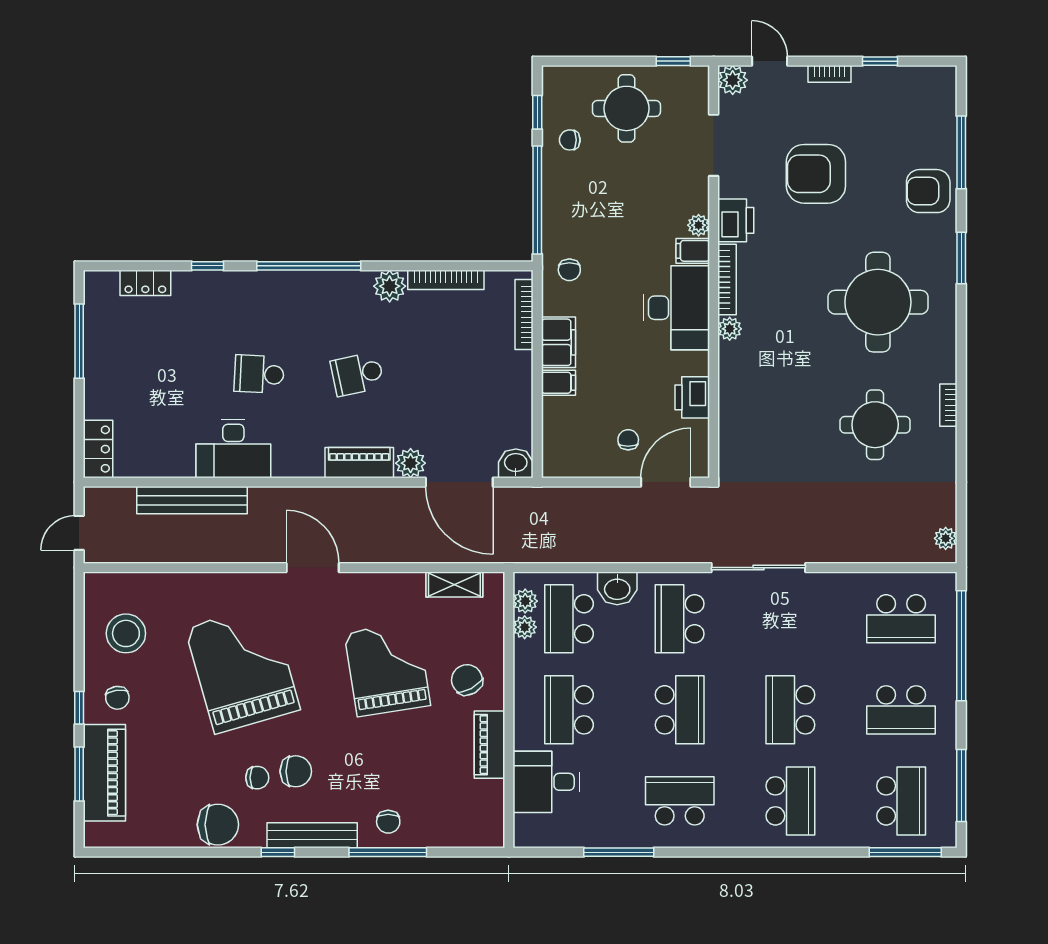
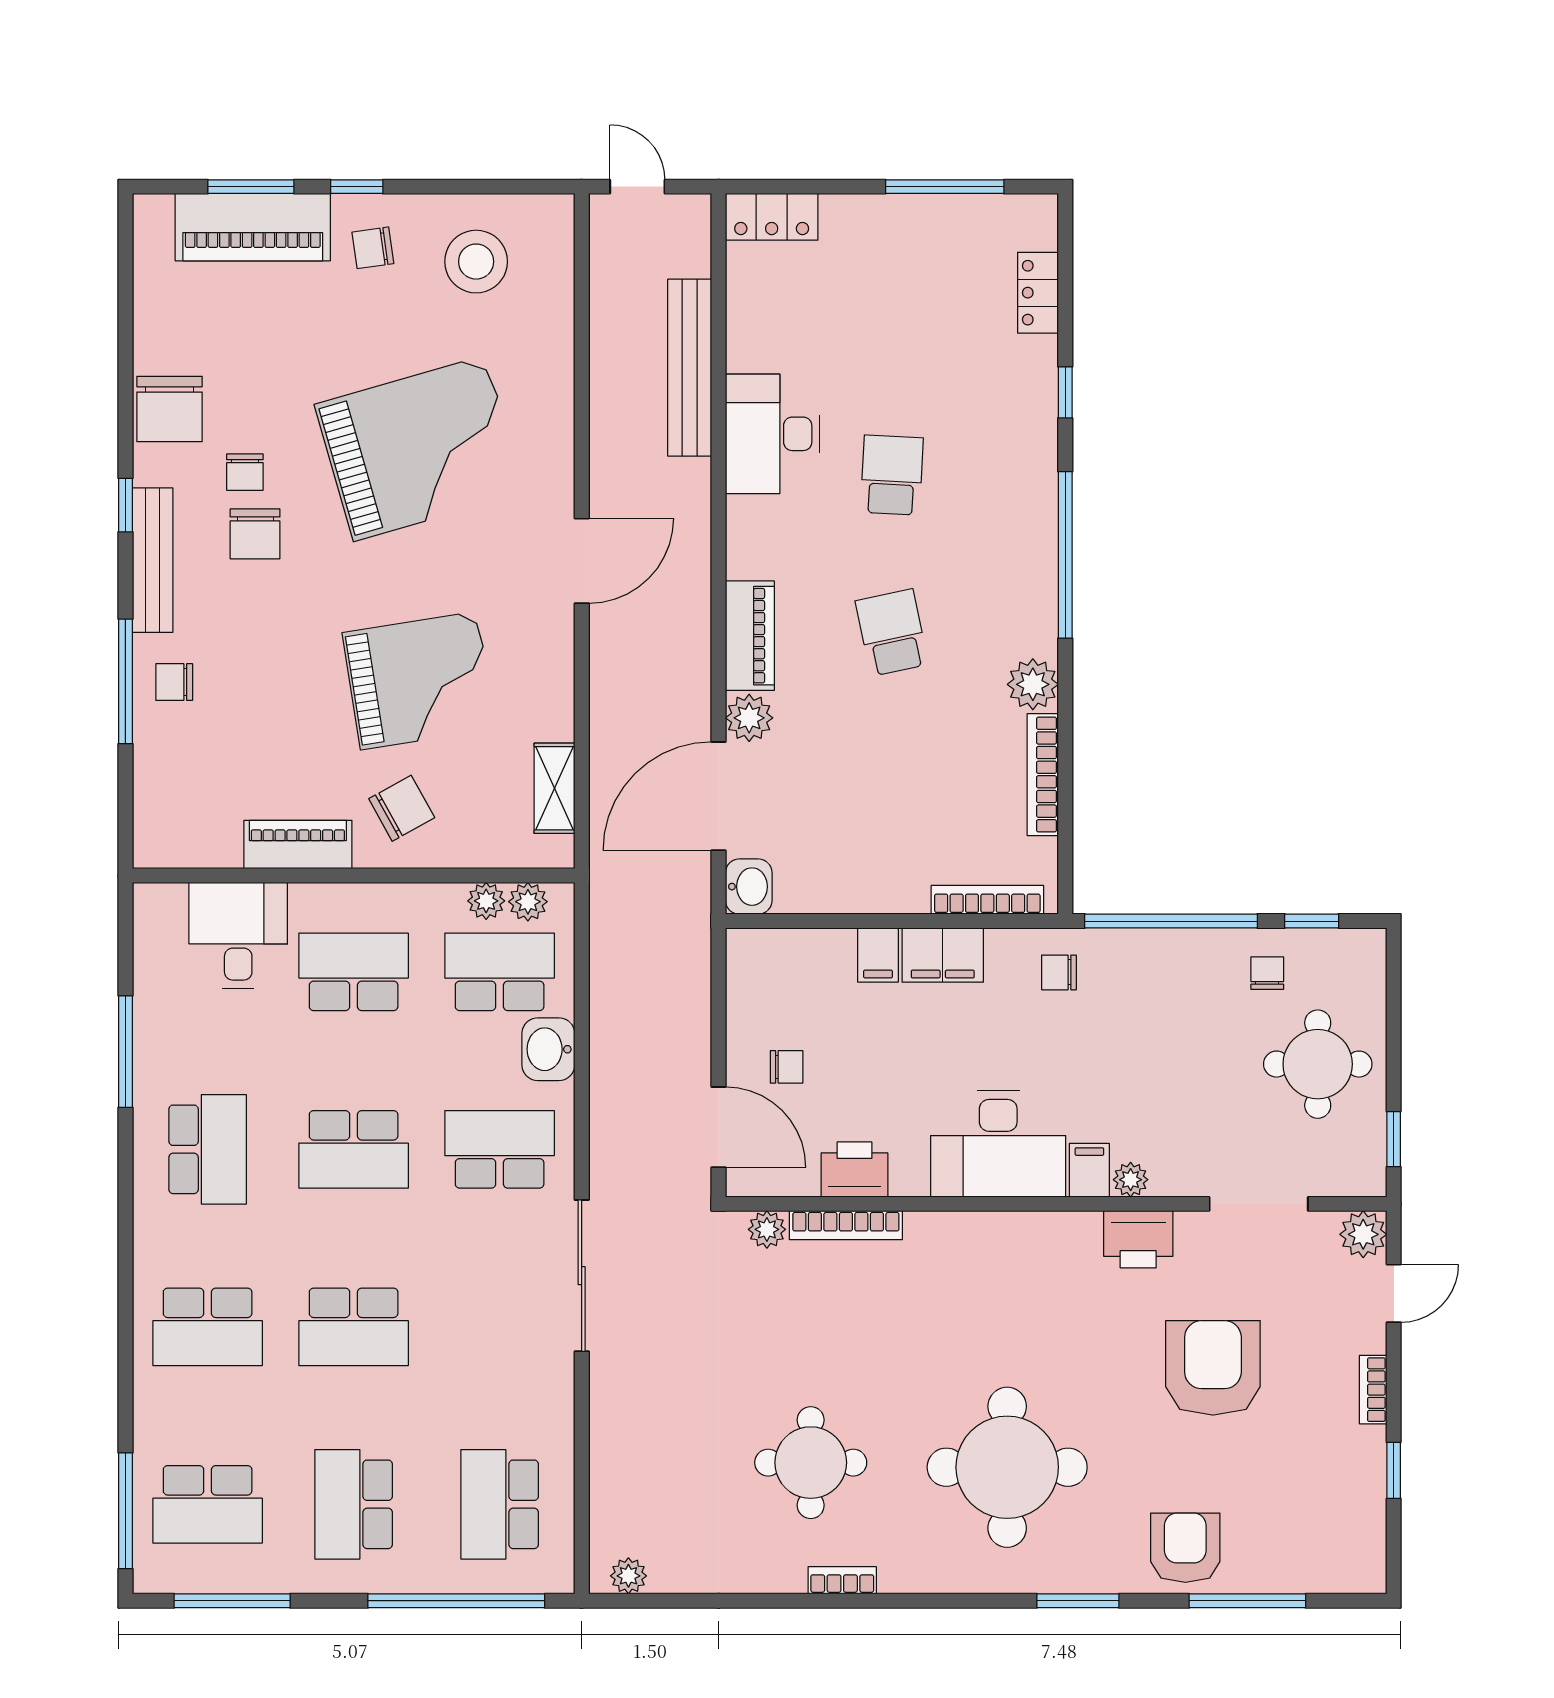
bookcase: (727, 280) -> (846, 1225), moved
plant: (730, 329) -> (767, 1229), moved
school desk: (790, 710) -> (354, 1327), turned 180

